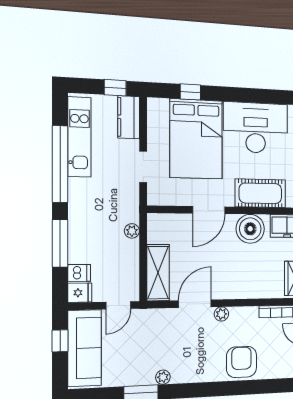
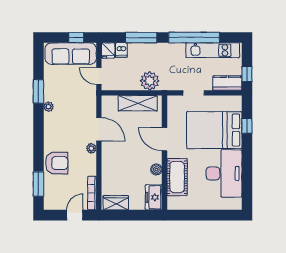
boiler: (250, 229) -> (156, 169), width x0.54, depth x0.54
plant: (132, 231) -> (150, 81), width x1.88, depth x1.88
shelving: (158, 273) -> (138, 103), moved
window: (270, 386) -> (38, 184), added

